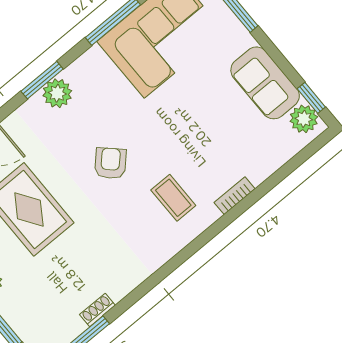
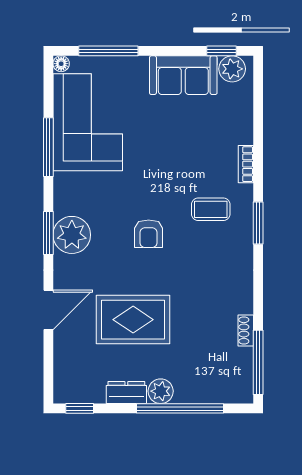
plant: (57, 93) -> (72, 235), width x1.36, depth x1.36
armchair: (110, 163) -> (149, 234), turned -134
window: (195, 246) -> (258, 223), added

